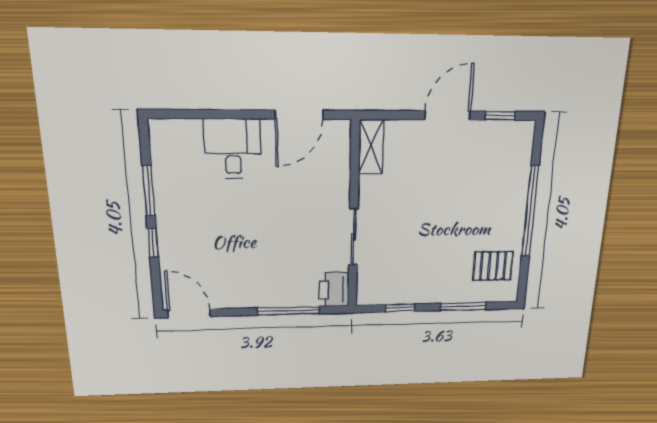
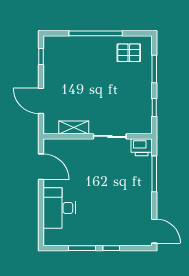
door: (448, 115) -> (41, 101), moved
shelving: (371, 147) -> (74, 128), moved
desk: (233, 149) -> (59, 208), width x1.37
pallet: (493, 266) -> (129, 53), turned 90
door: (189, 313) -> (154, 231), swing flipped

